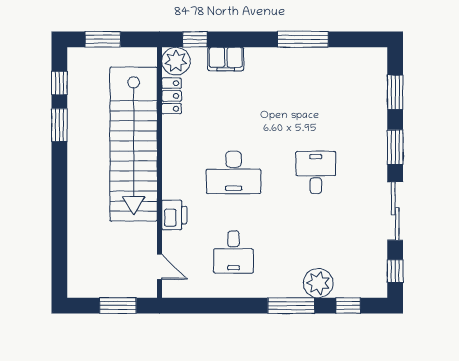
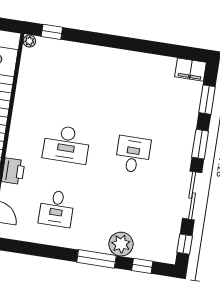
window: (303, 39) -> (139, 45), removed
filing cabinet: (226, 59) -> (191, 70), moved
plant: (176, 61) -> (29, 41), width x0.53, depth x0.53
locker: (172, 96) -> (26, 75), removed

